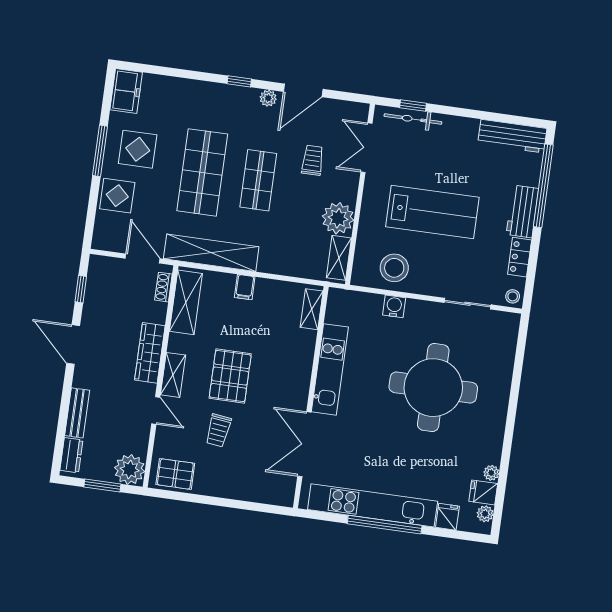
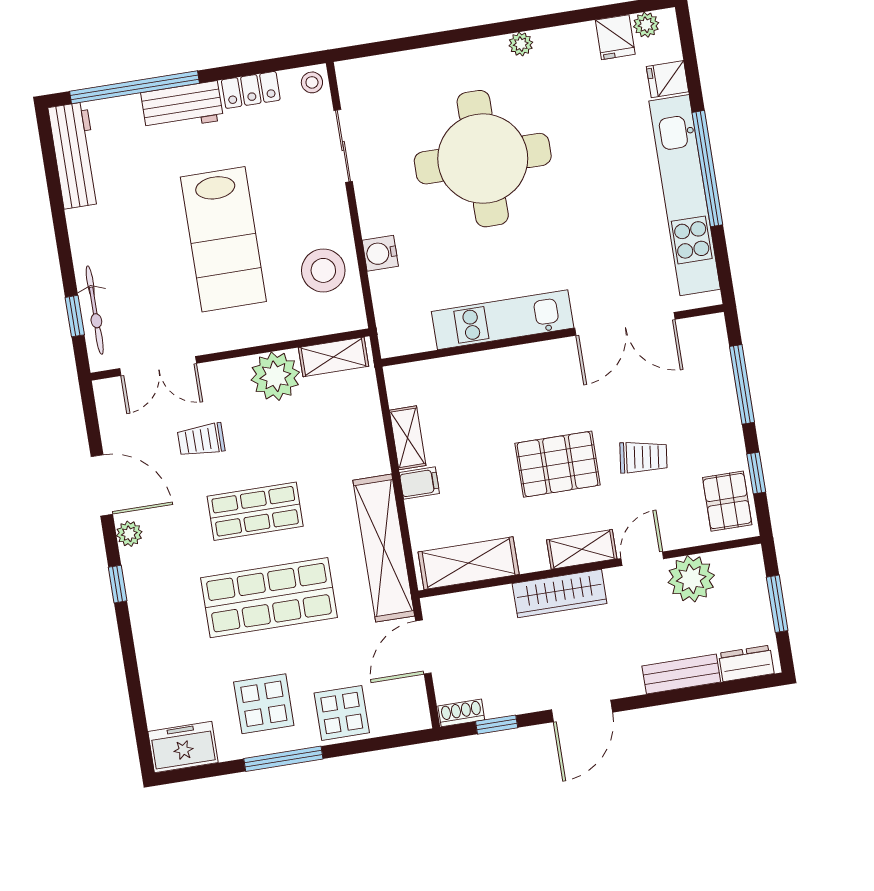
lab bench: (432, 212) -> (223, 239), turned 180
shoe rack: (163, 287) -> (461, 713), moved, turned 180
shelving: (312, 309) -> (408, 438), moved, turned 90
plant: (130, 470) -> (691, 579), moved
plant: (491, 473) -> (521, 44), moved
window: (187, 497) -> (756, 473), added
window: (245, 505) -> (742, 384), added

